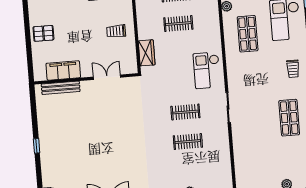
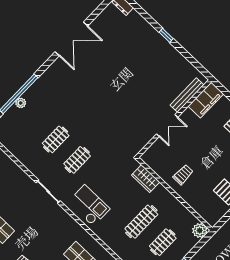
clothes rail: (178, 24) -> (141, 222), width x1.36
filing cabinet: (63, 70) -> (206, 100), moved
double door: (107, 77) -> (167, 126), moved

